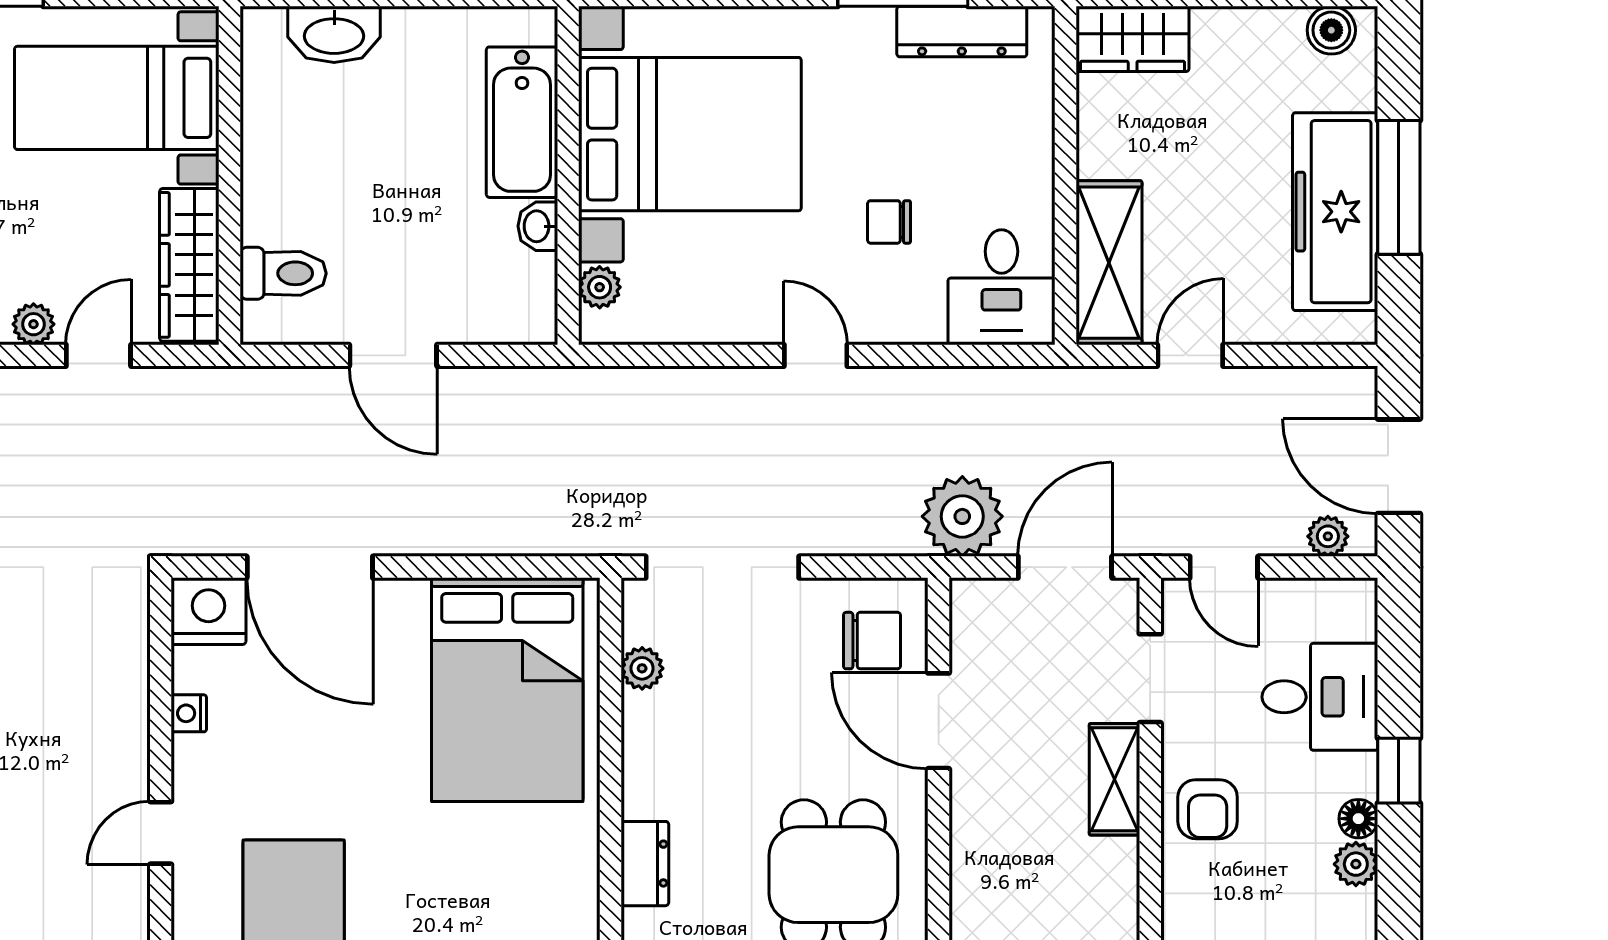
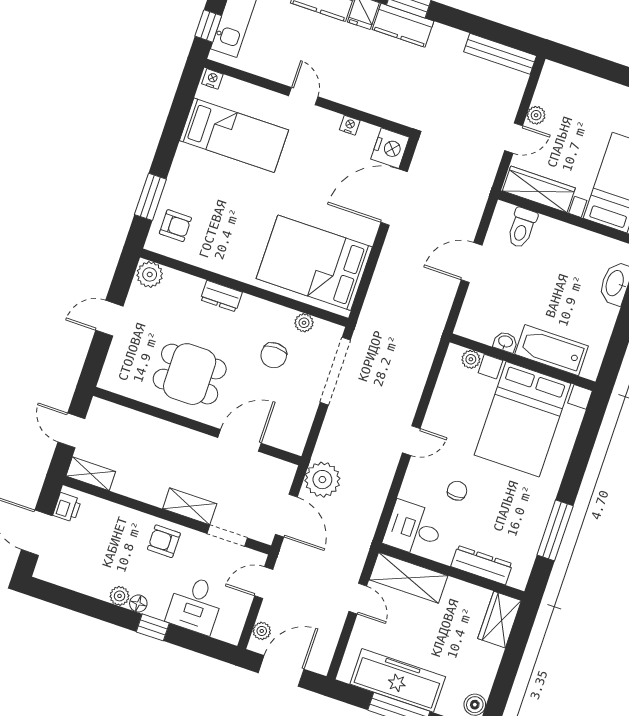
dresser: (962, 32) -> (482, 565), moved, turned 90
door: (98, 355) -> (514, 138), hinge flipped
chair: (872, 641) -> (274, 355), moved

